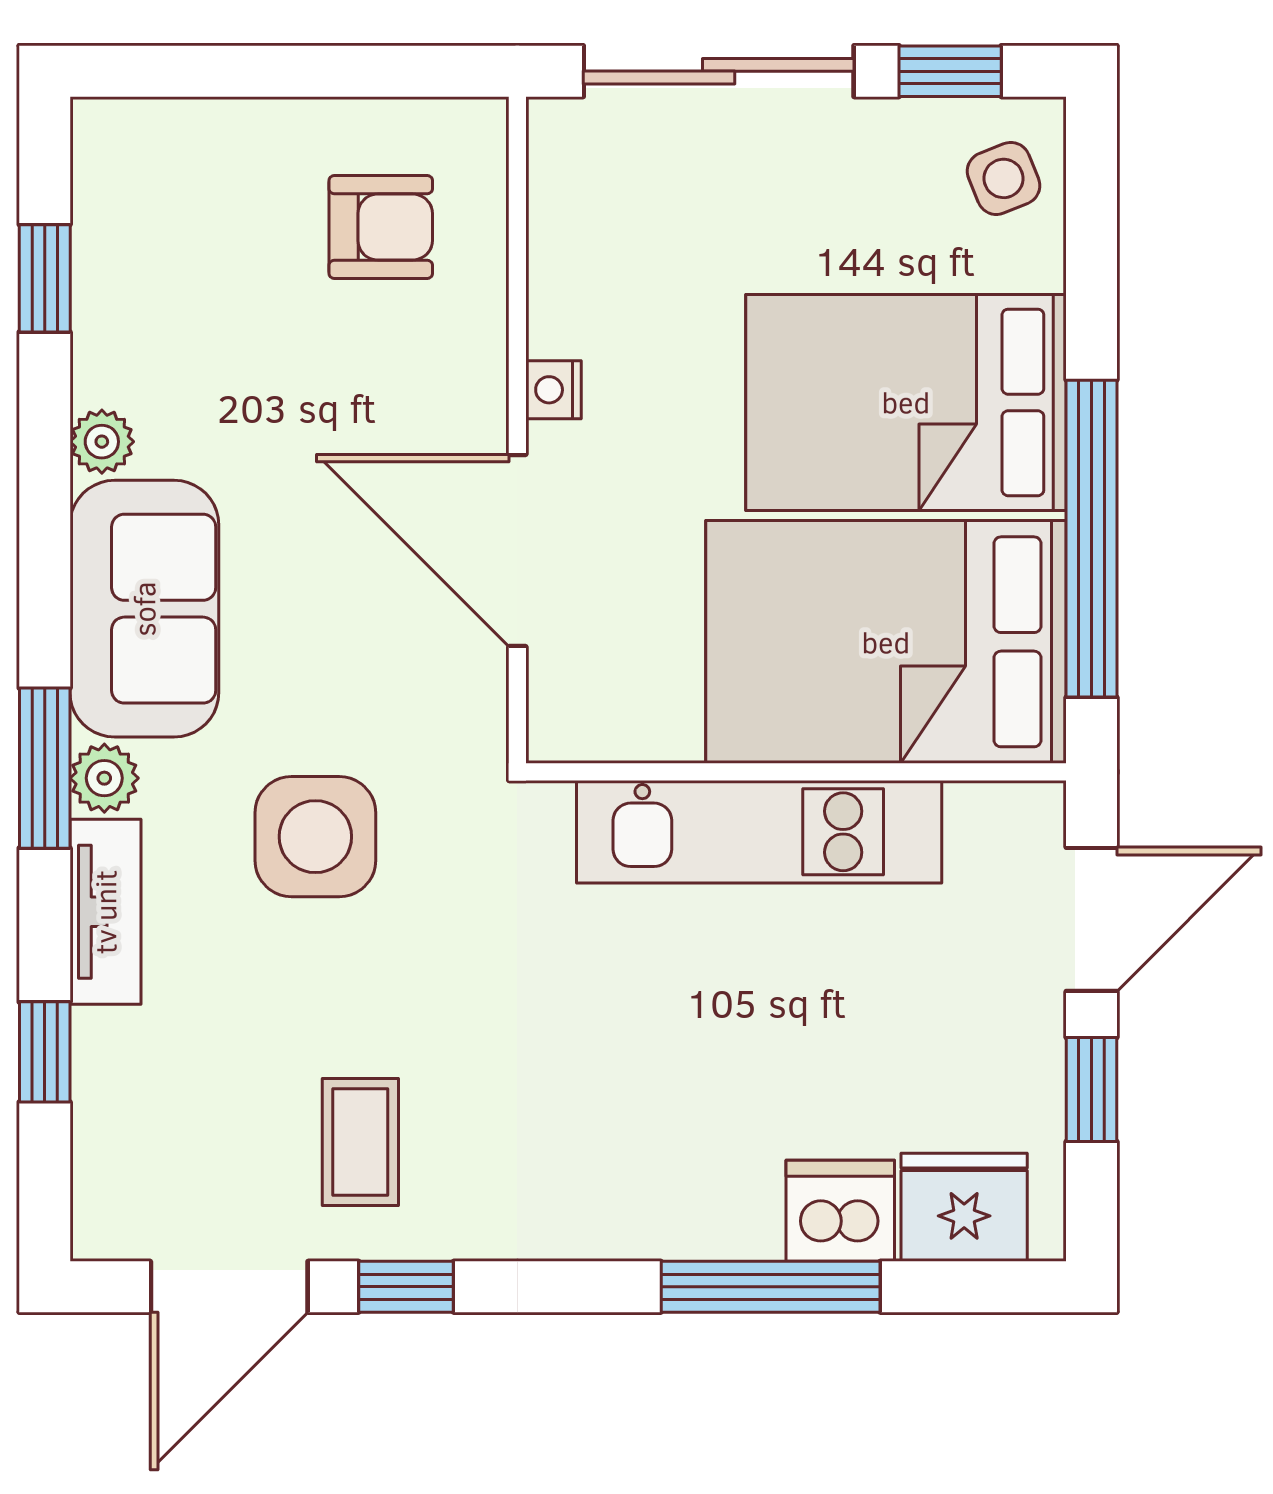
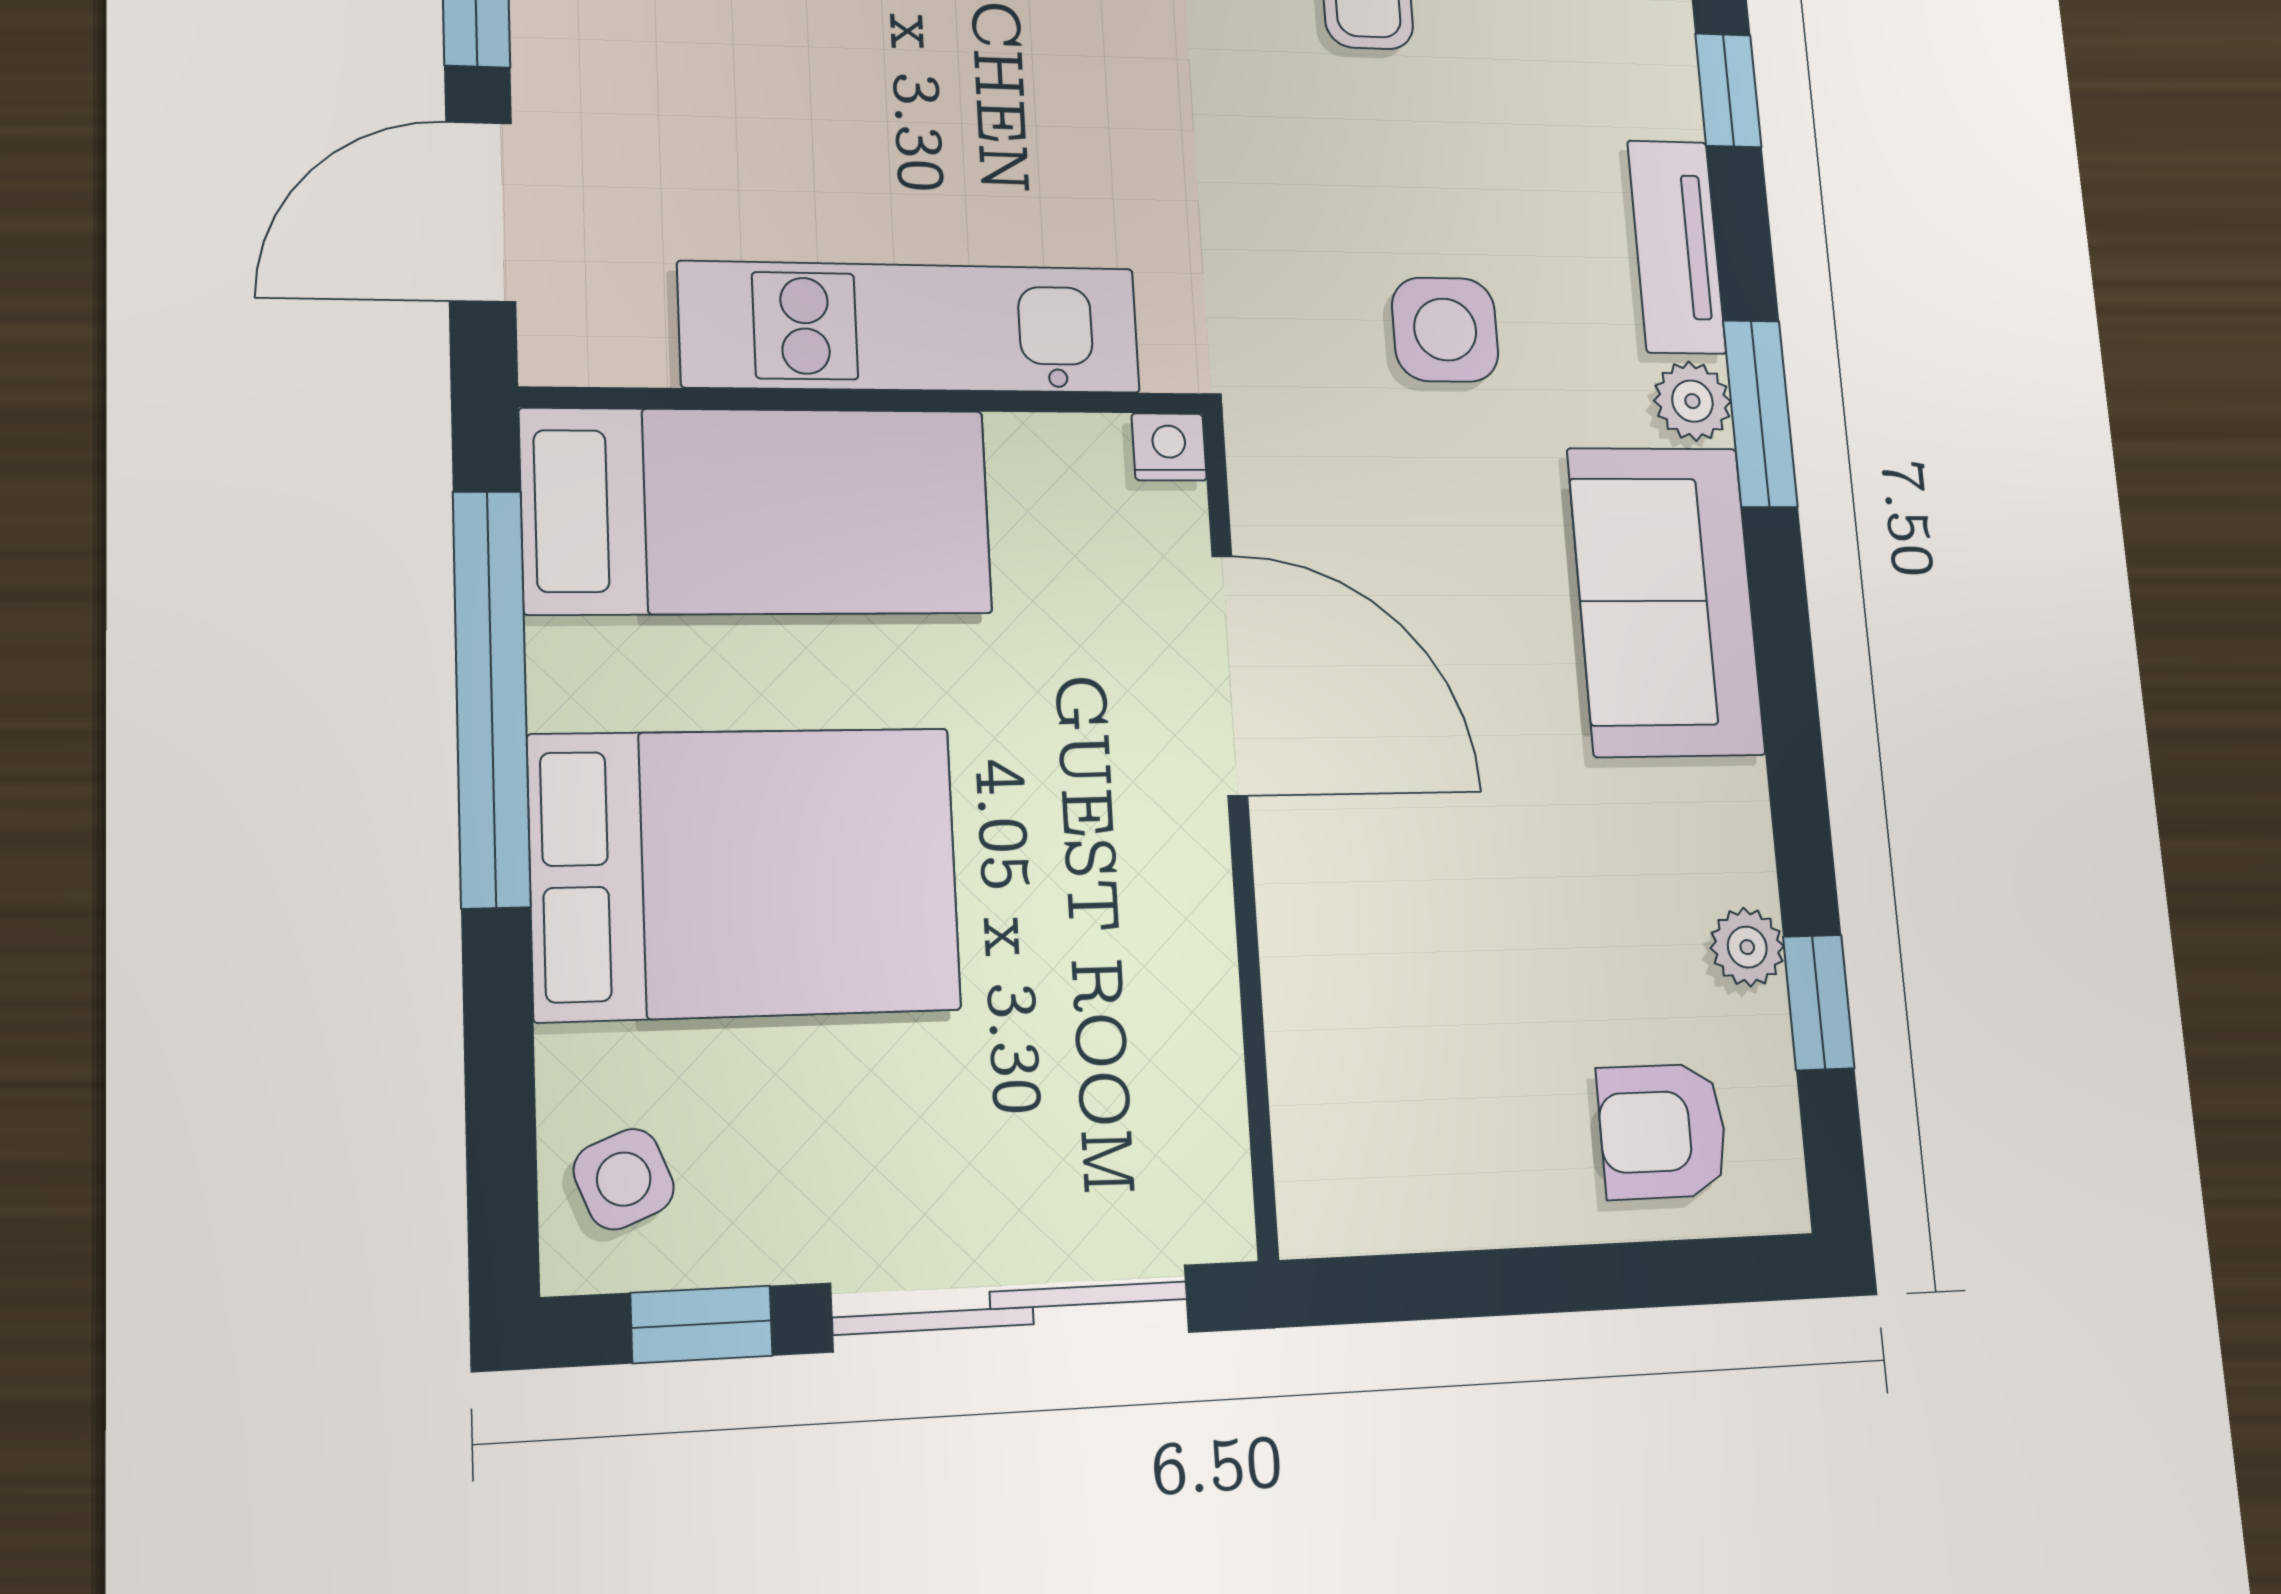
armchair: (381, 227) -> (1663, 1131), moved
nightstand: (553, 390) -> (1169, 447), moved, turned -90
plant: (102, 442) -> (1747, 947), moved
bed: (886, 642) -> (758, 511), width x0.67
side table: (315, 837) -> (1445, 330), width x0.73, depth x0.73

